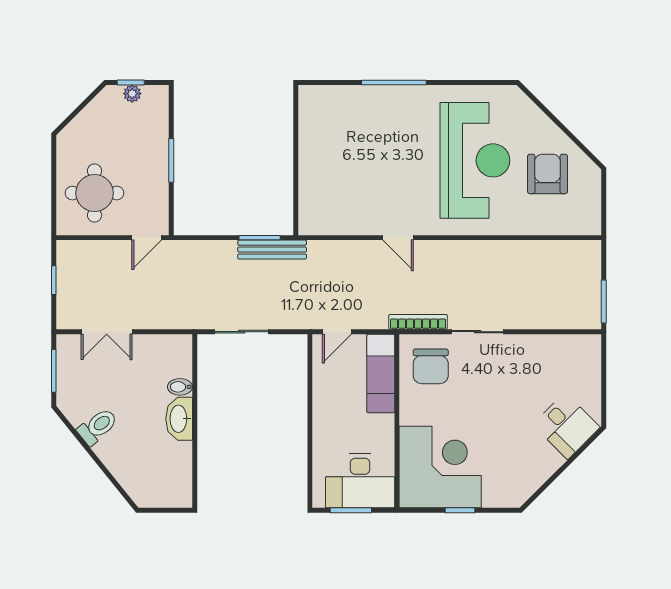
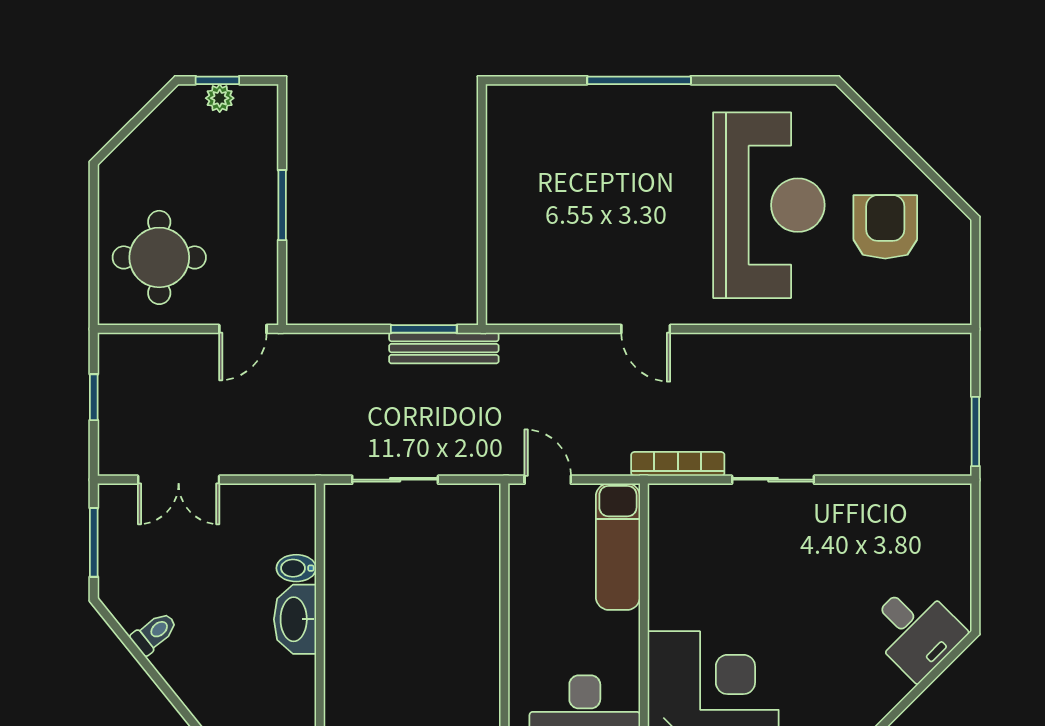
door: (337, 332) -> (548, 480), swing flipped
chair: (431, 366) -> (698, 535), removed
toilet: (98, 427) -> (154, 633), width x0.73, depth x0.72

